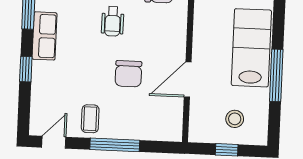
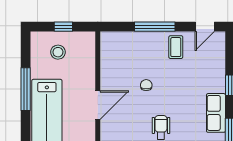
chair: (128, 74) -> (146, 85), width x0.54, depth x0.54
door: (188, 80) -> (98, 105), moved

